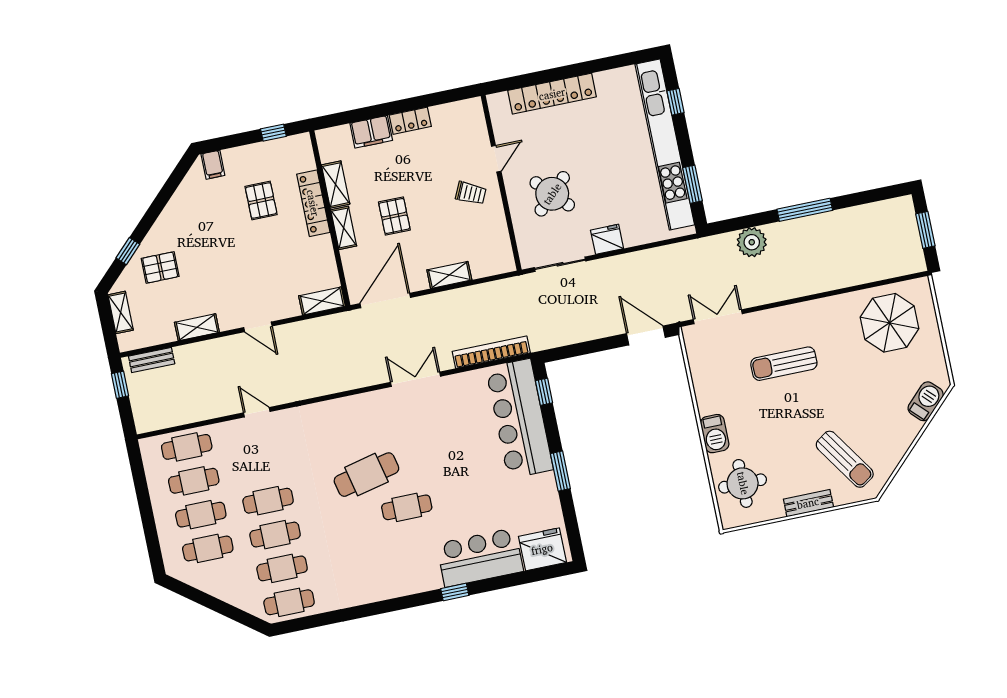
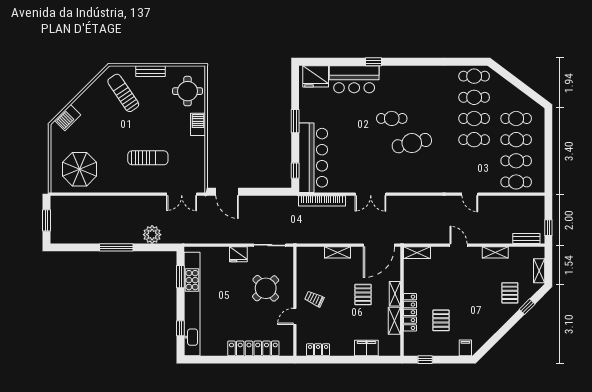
locker: (410, 121) -> (318, 350), moved
pallet: (160, 267) -> (510, 293), turned 90

